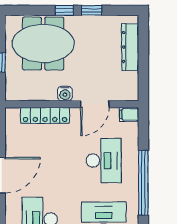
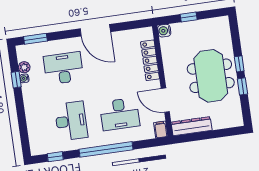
meeting table: (43, 44) -> (211, 76), moved
dresser: (130, 47) -> (192, 126), moved
water cooler: (65, 94) -> (164, 31), moved

